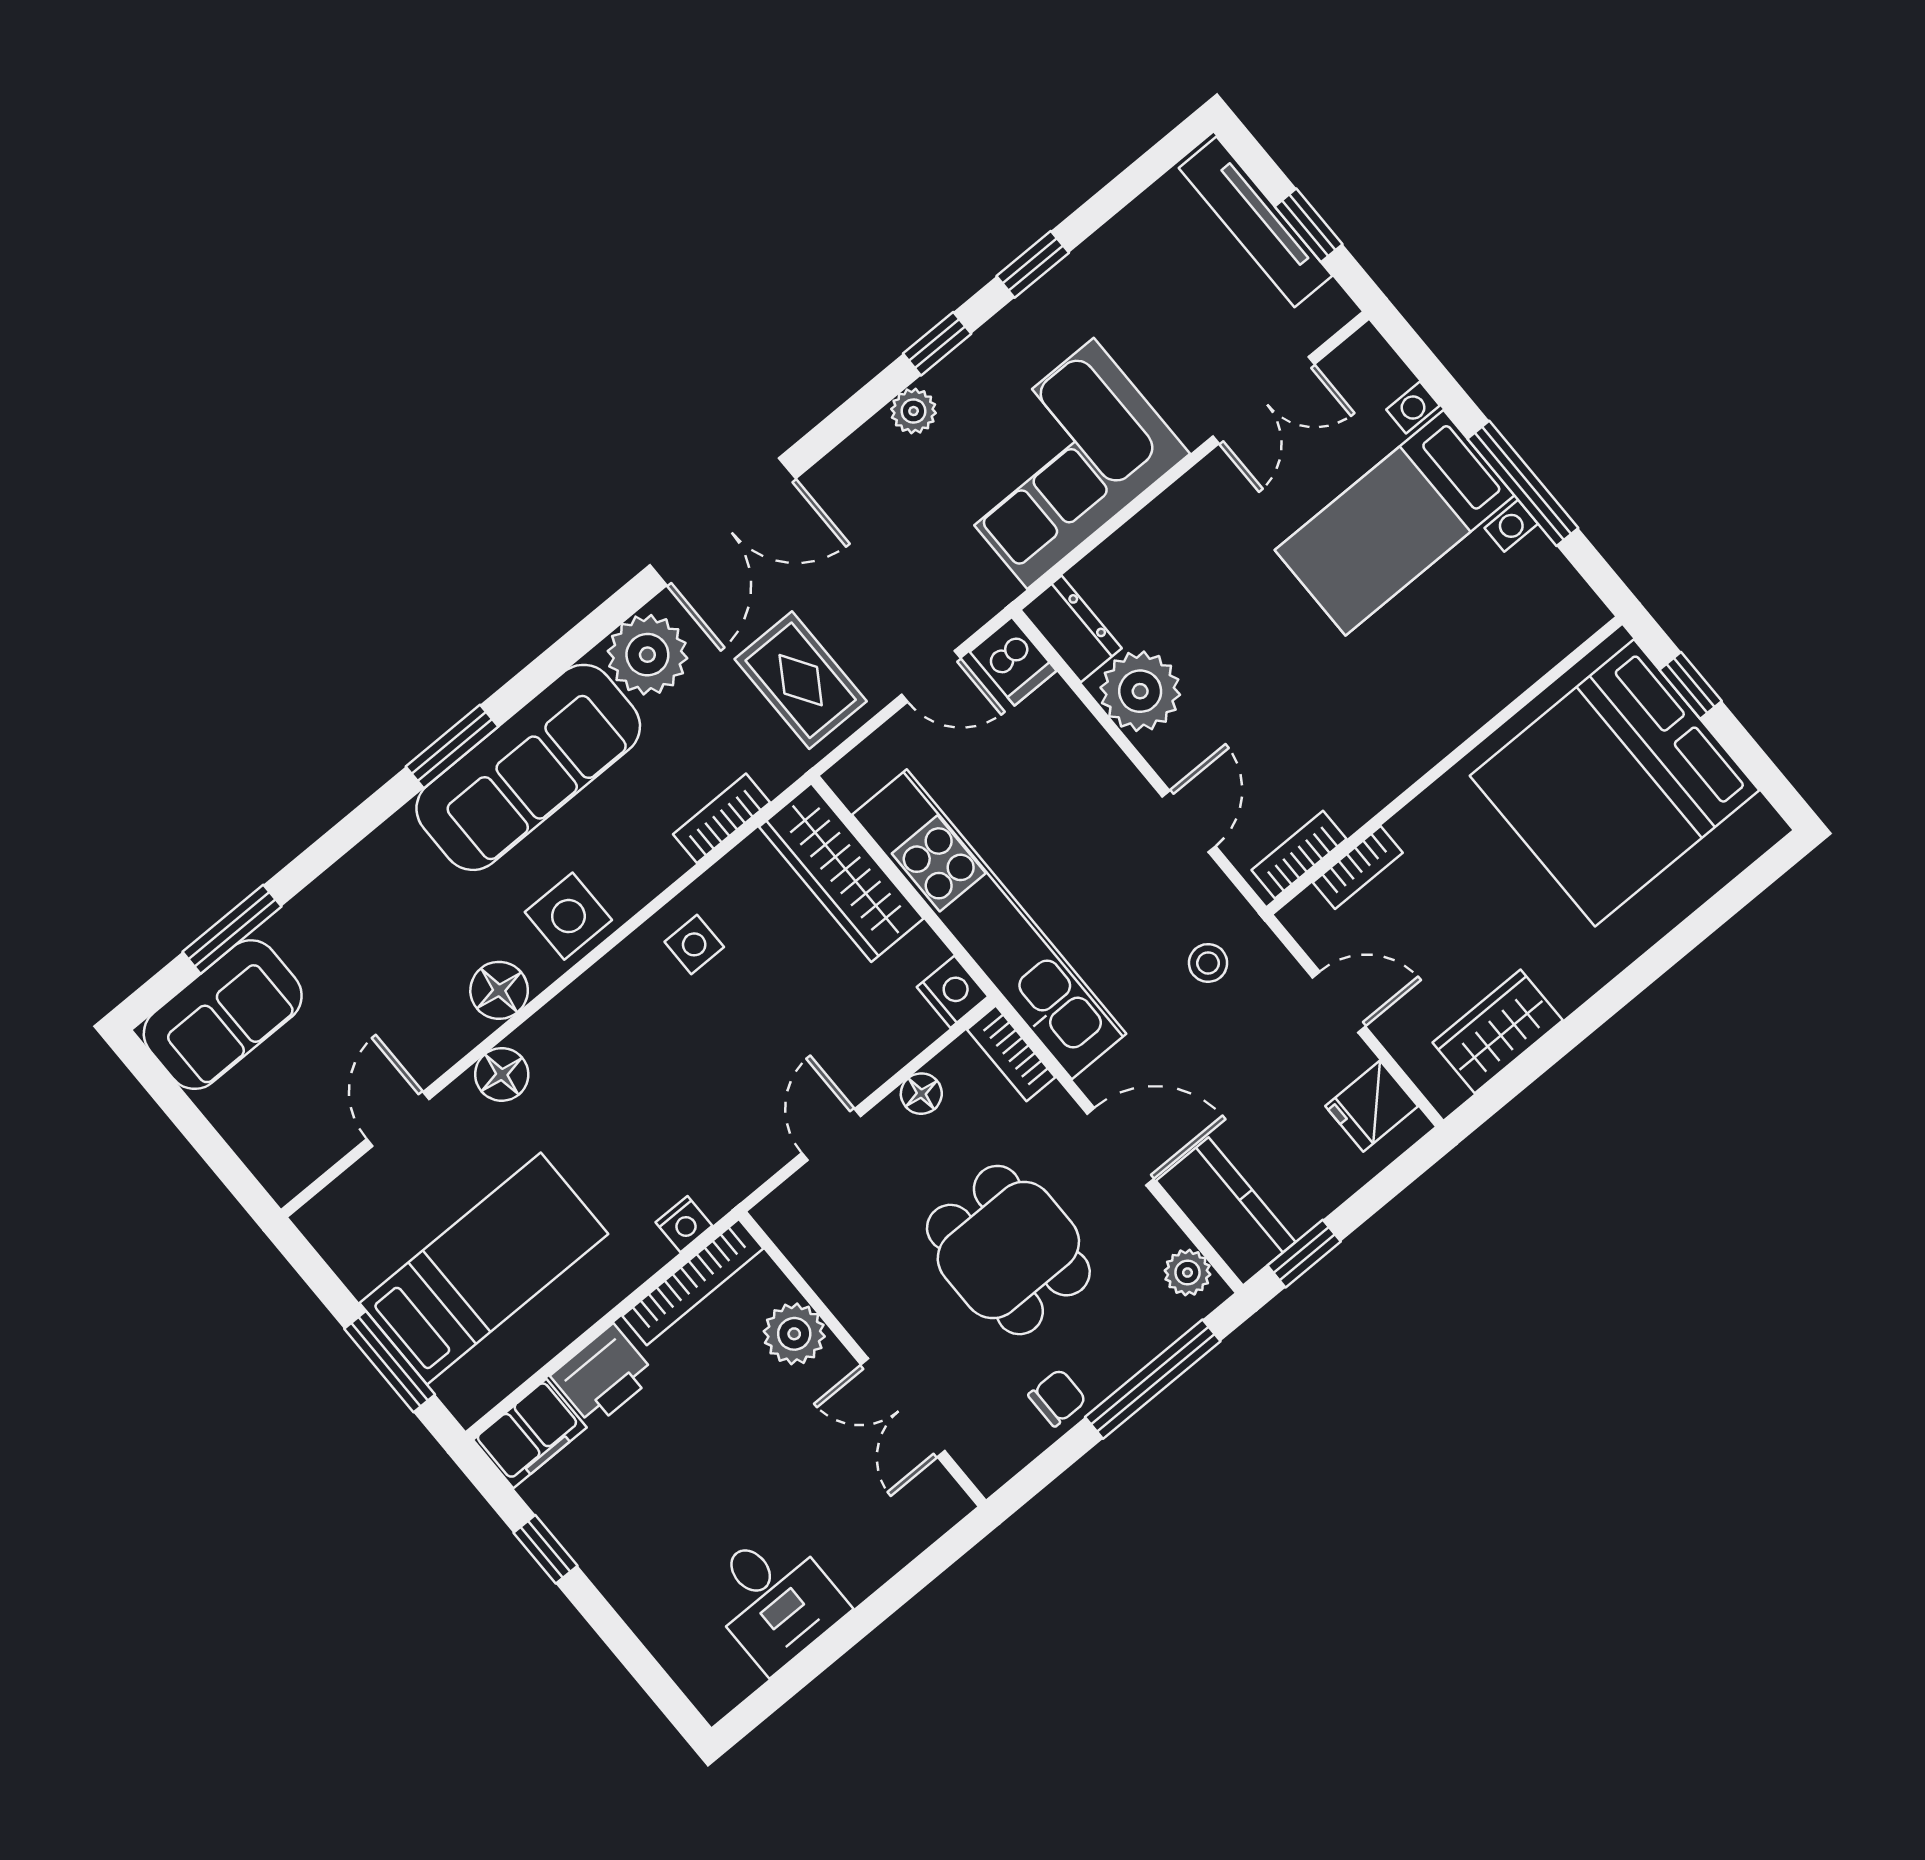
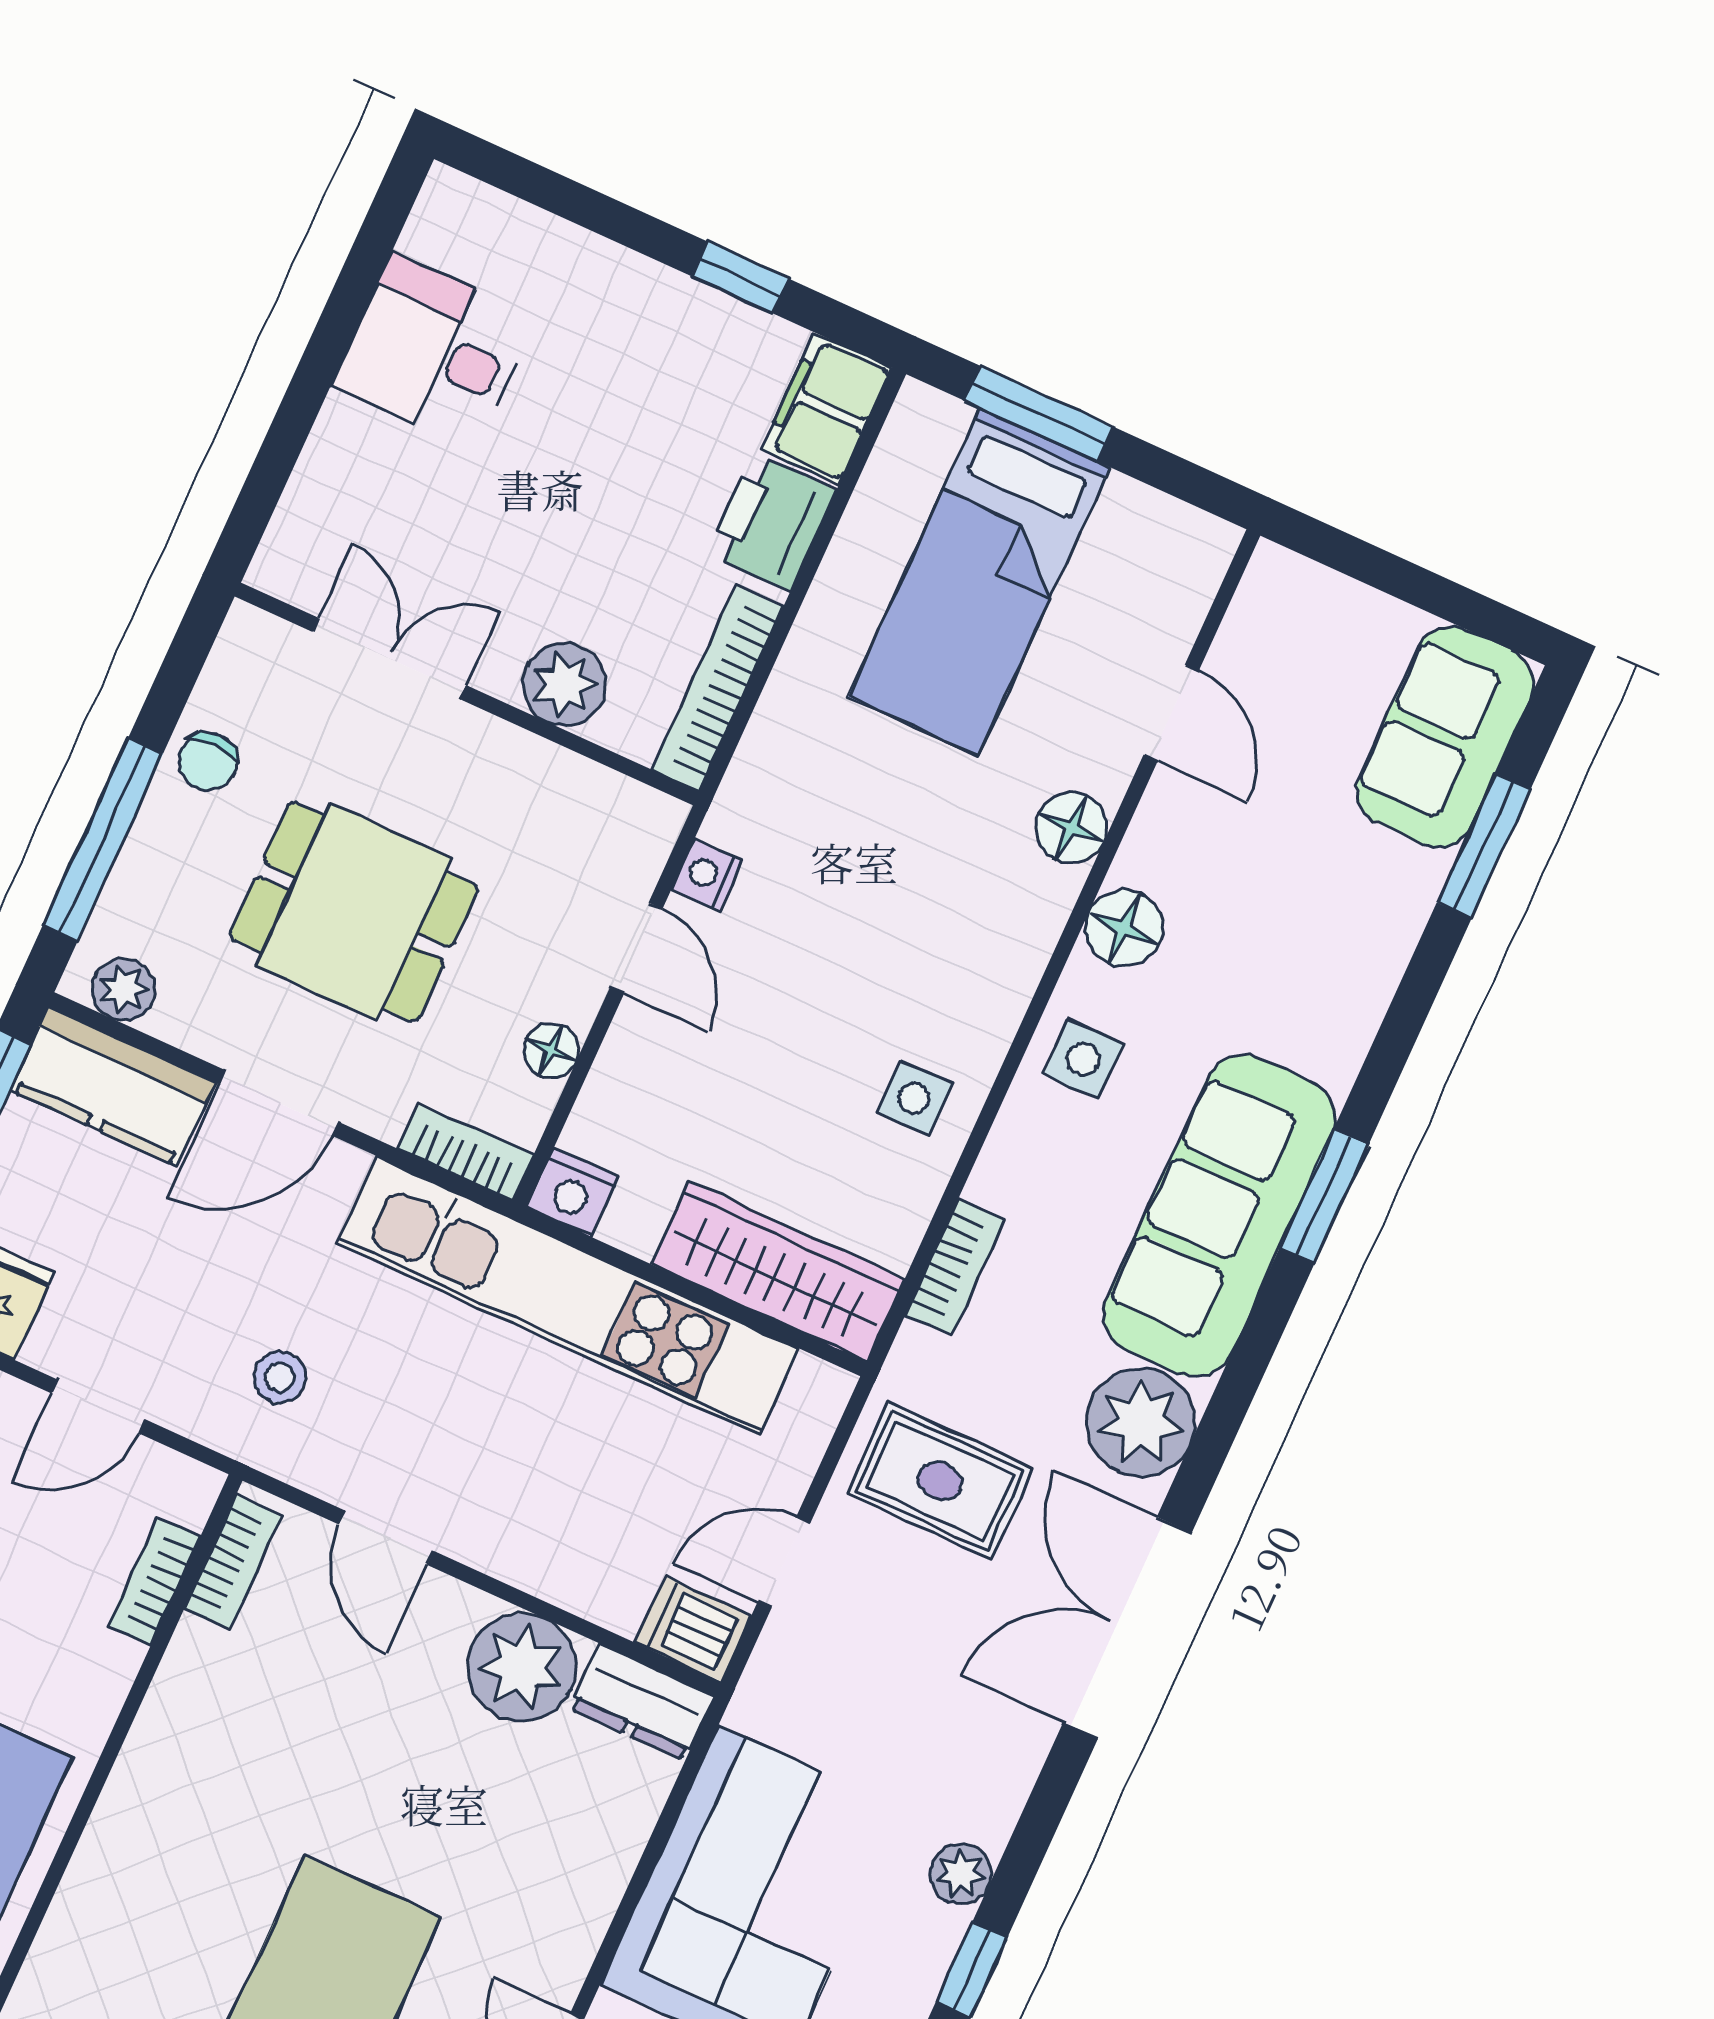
side table: (568, 916) -> (1083, 1059), width x0.73, depth x0.73
nightstand: (684, 1224) -> (707, 875), moved

